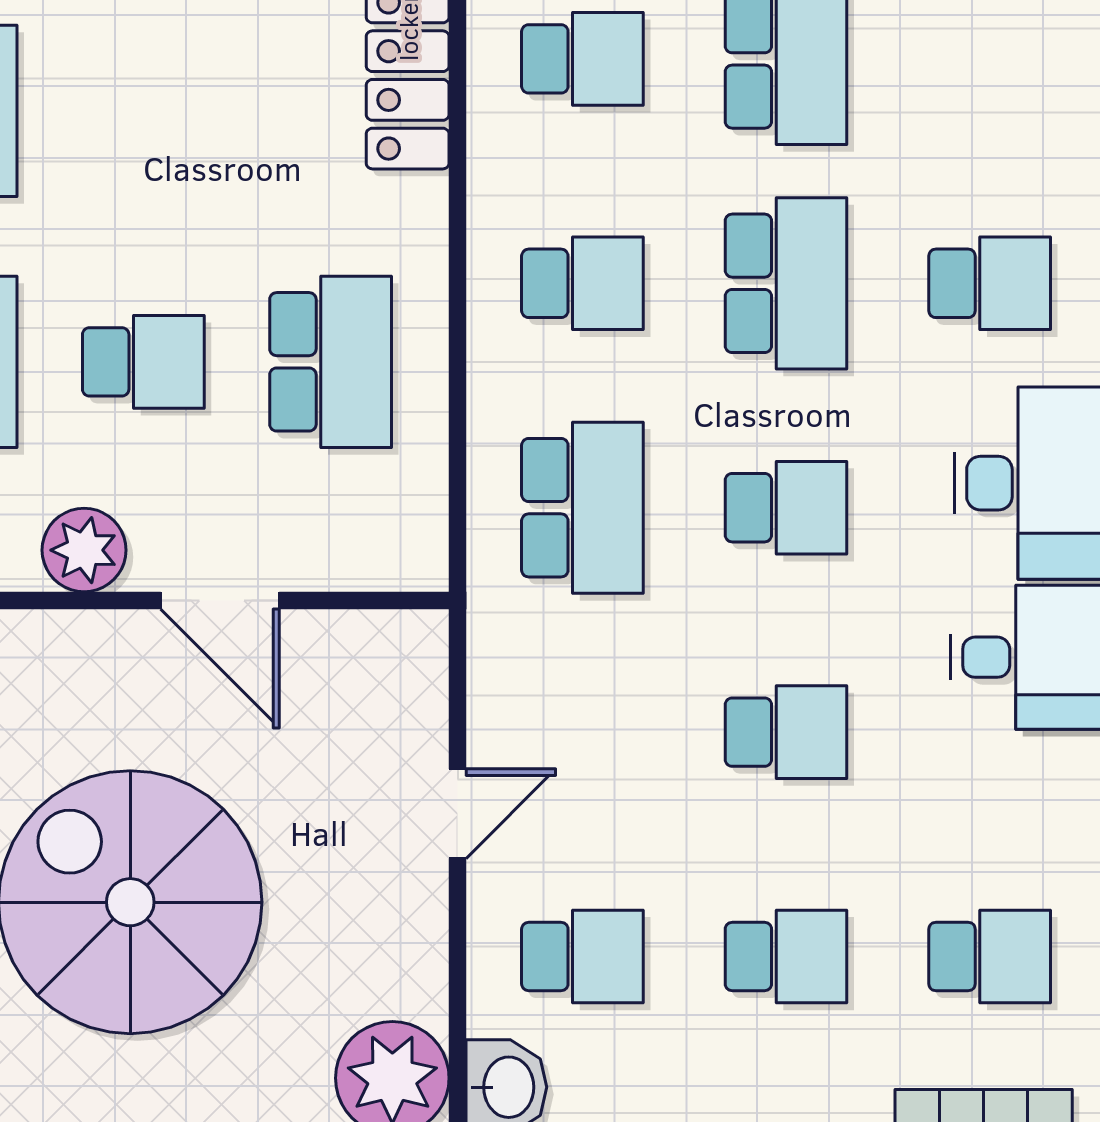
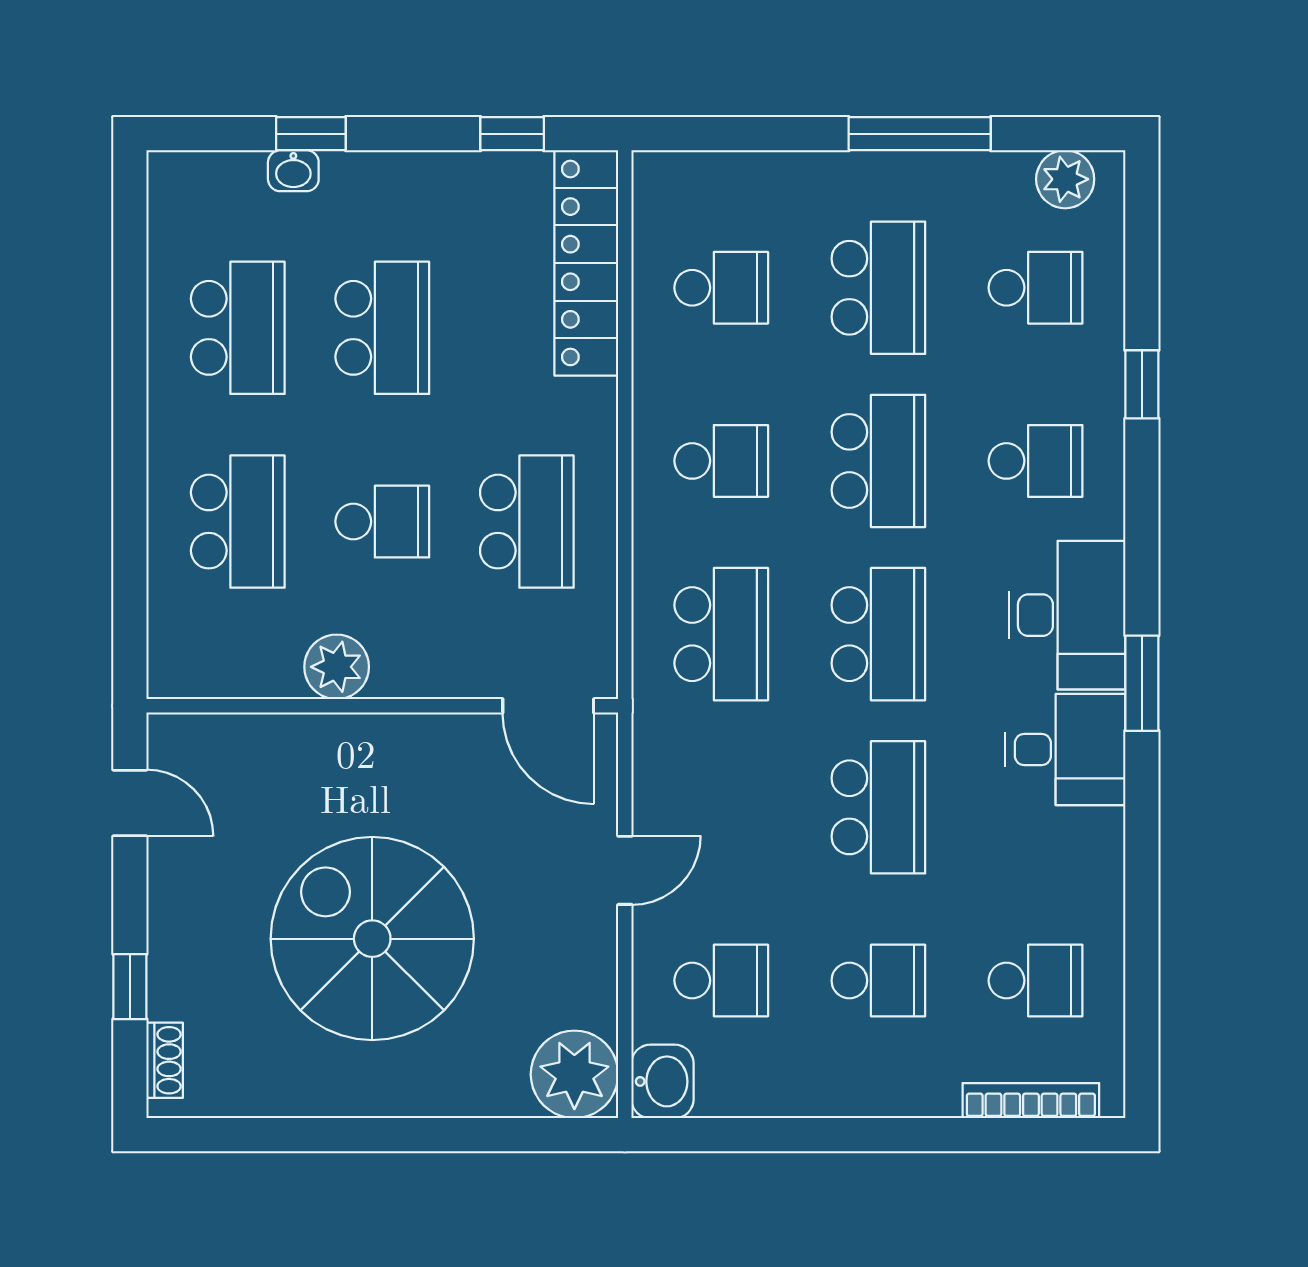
school desk: (990, 59) -> (1036, 288), added
school desk: (143, 111) -> (382, 328), added
school desk: (786, 508) -> (878, 634), width x1.85
door: (220, 601) -> (548, 706), moved
school desk: (786, 732) -> (878, 807), width x1.85

